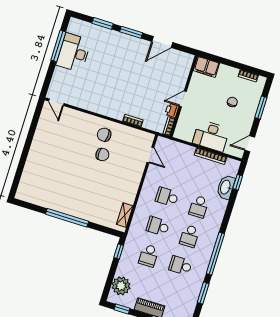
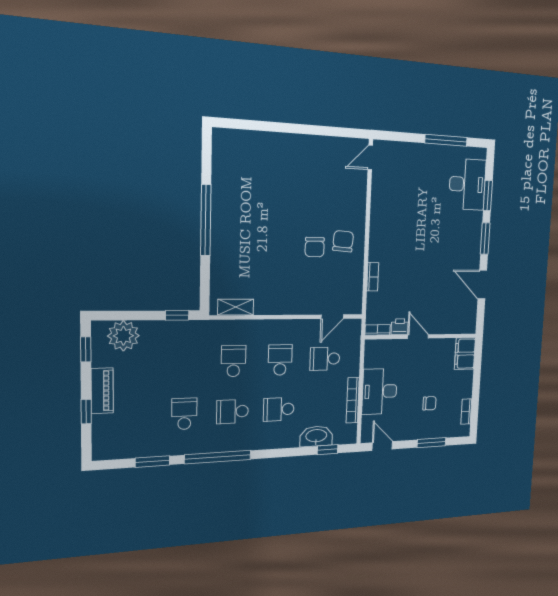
desk: (74, 53) -> (467, 184), moved, turned 90
school desk: (149, 256) -> (325, 359), moved

